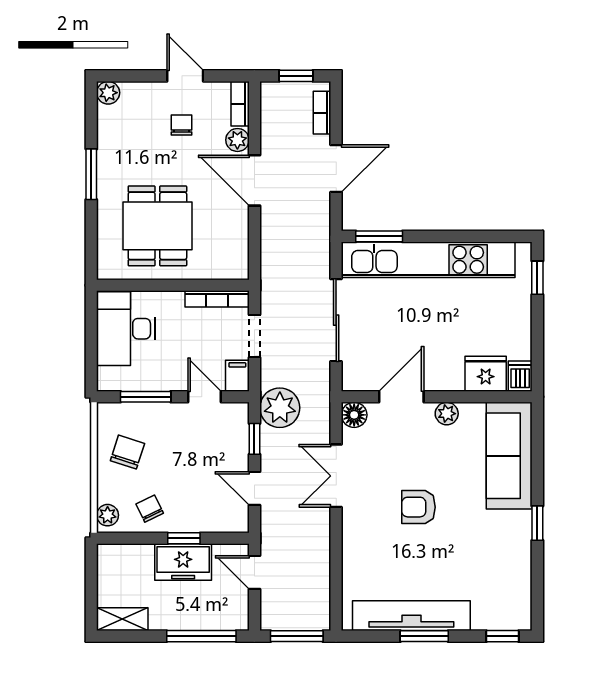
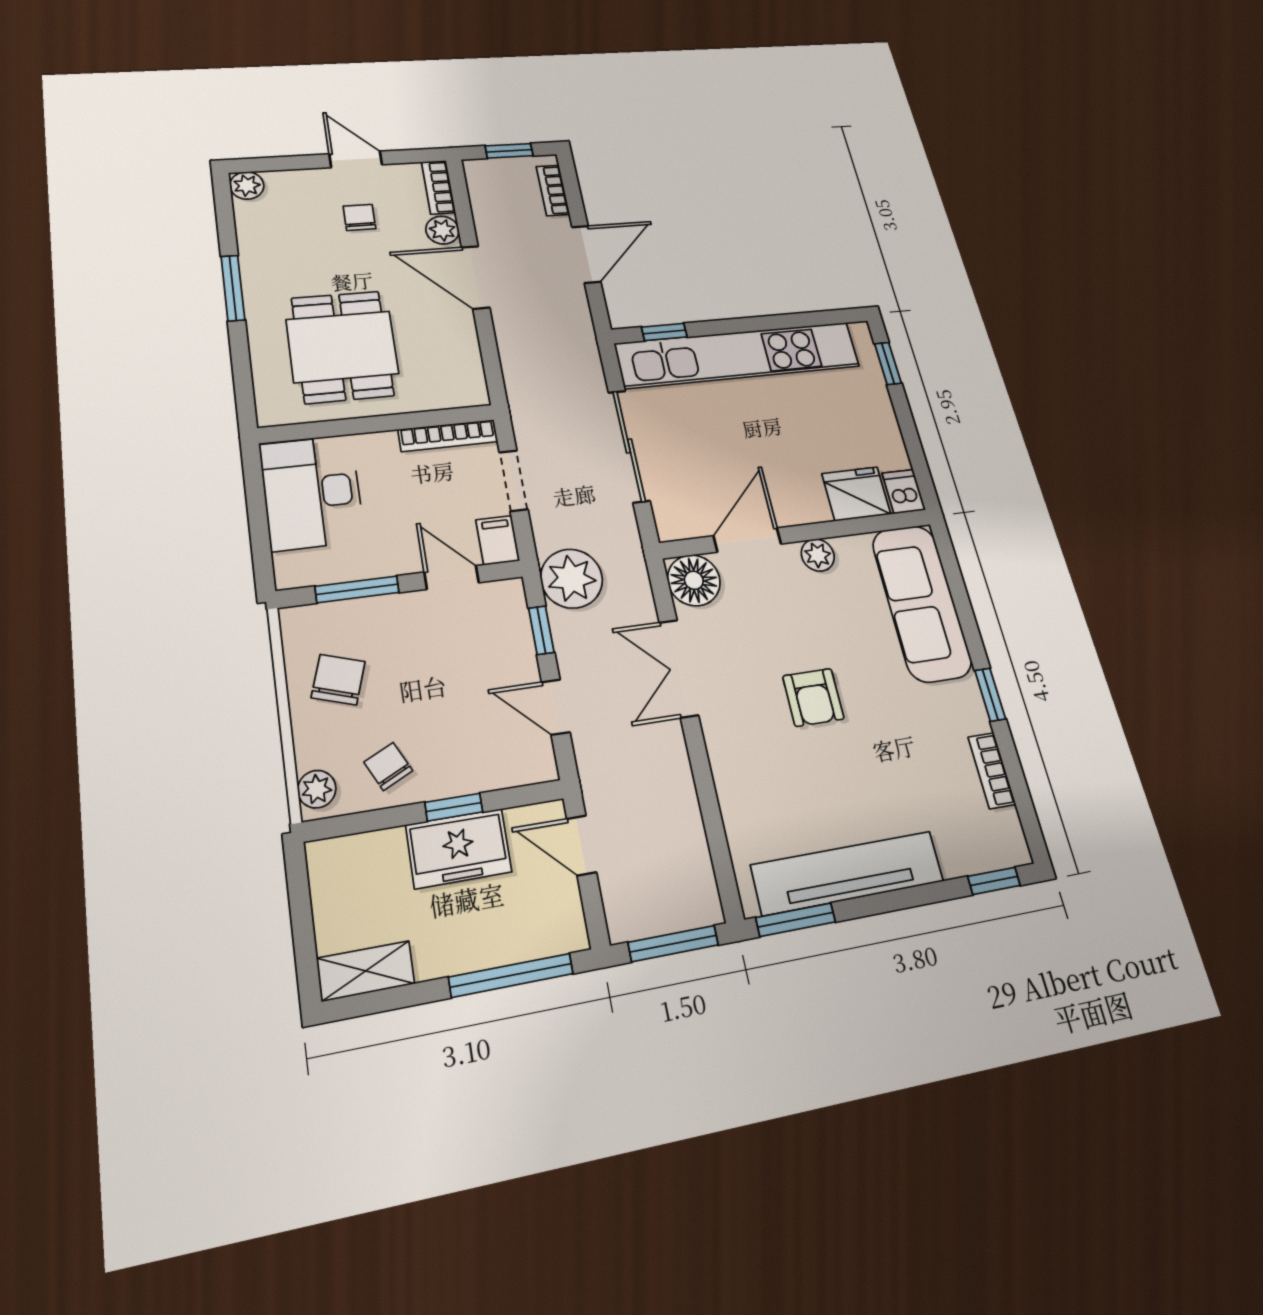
window: (379, 236) -> (664, 332), width x0.67
floor lamp: (354, 415) -> (694, 580), width x1.38, depth x1.38
armchair: (418, 507) -> (813, 697), turned -90
bookcase: (523, 571) -> (992, 770), added
window: (424, 636) -> (796, 920), moved

